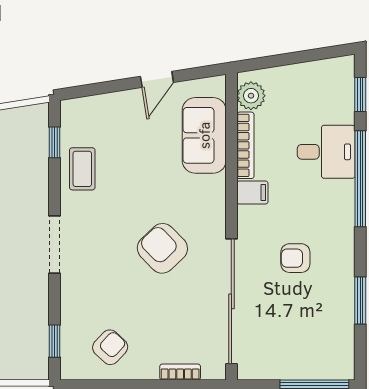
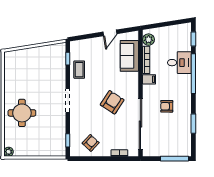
armchair: (162, 248) -> (112, 102), turned 77

